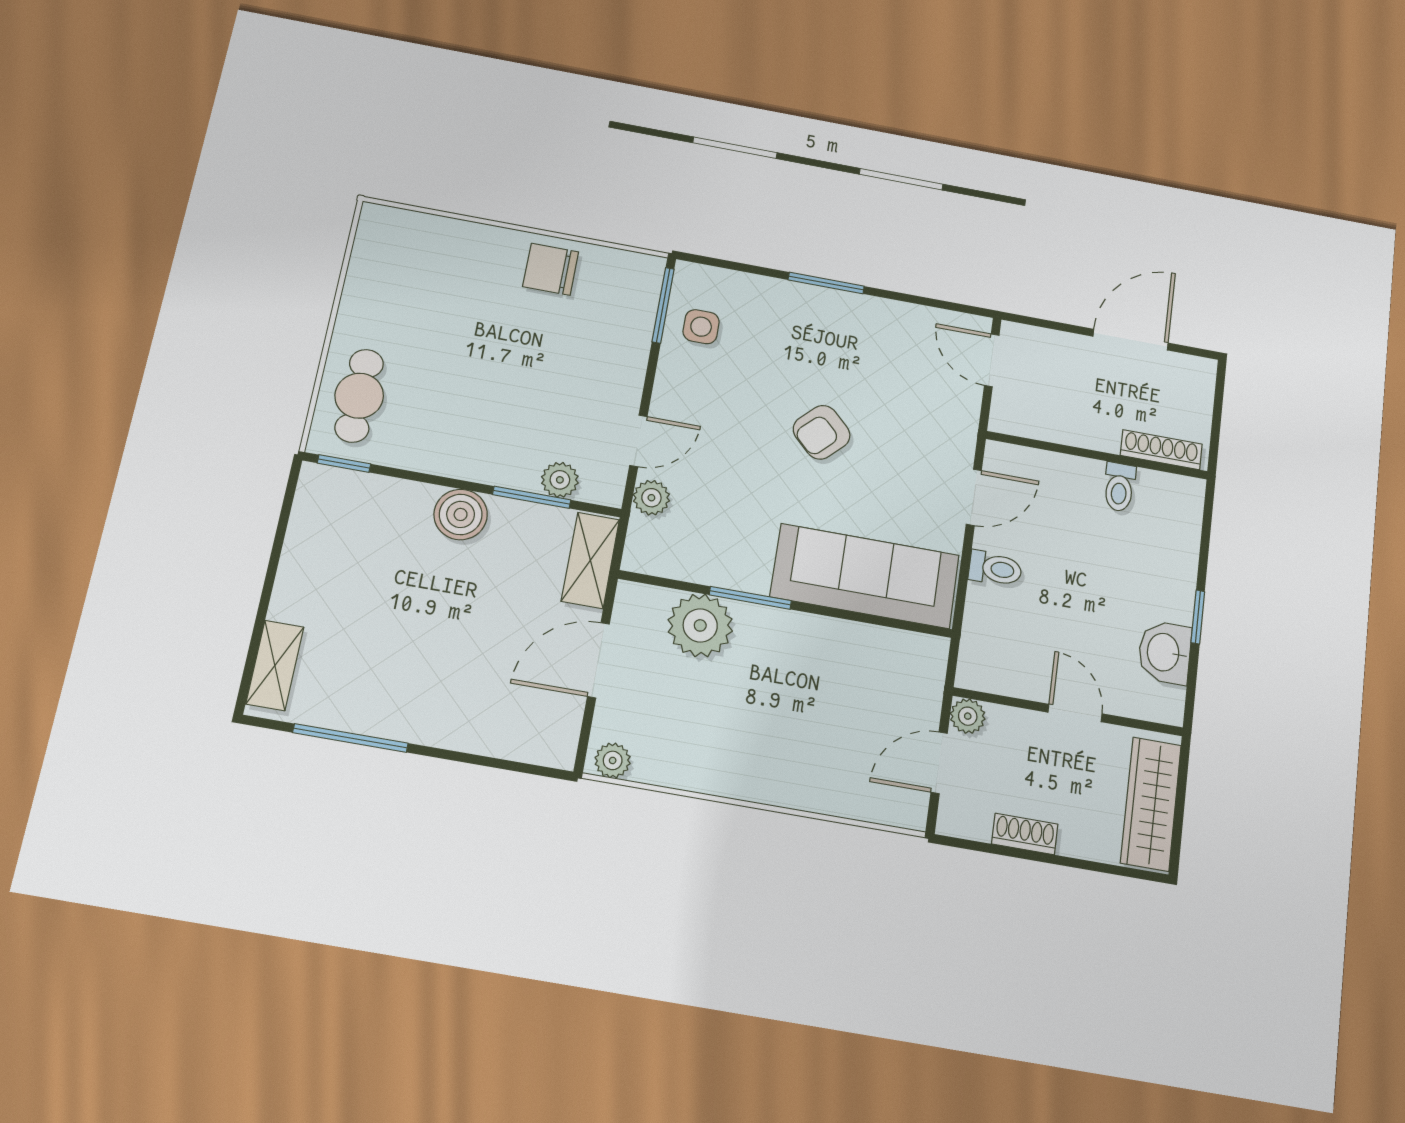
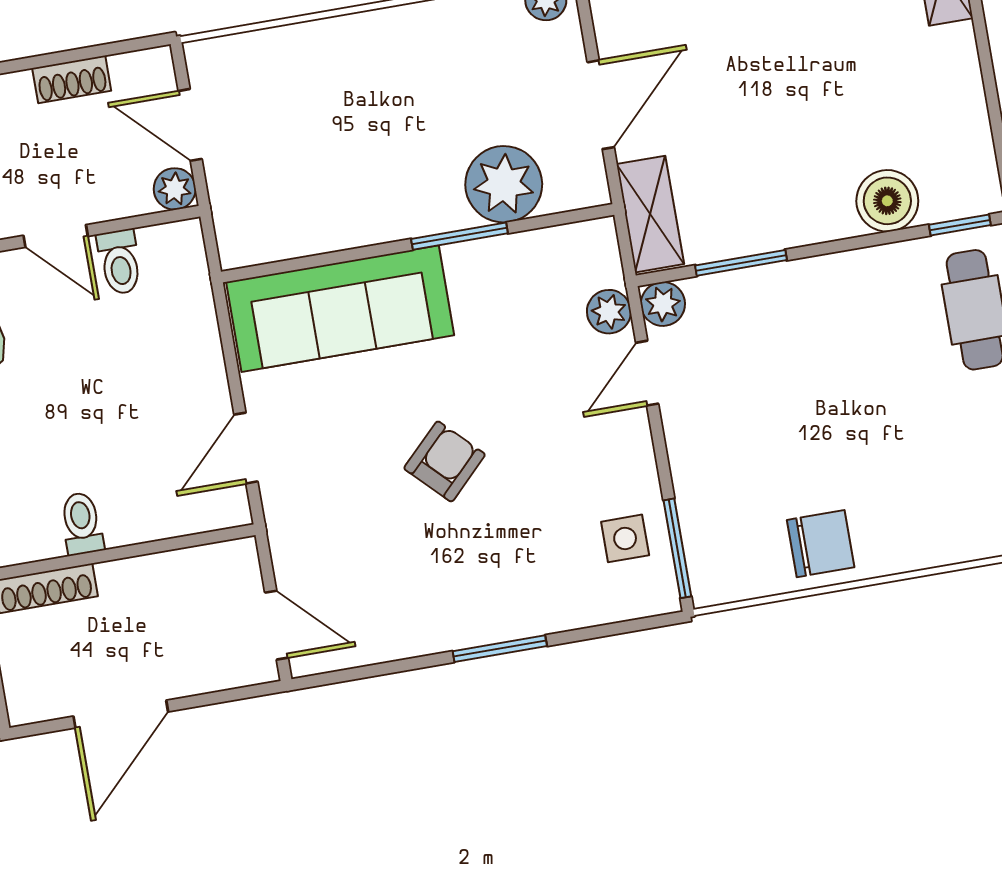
plant: (560, 480) -> (663, 304), moved
boiler: (461, 514) -> (887, 201), moved
toilet: (995, 569) -> (120, 262), moved, turned -90
door: (939, 763) -> (190, 125), swing flipped

